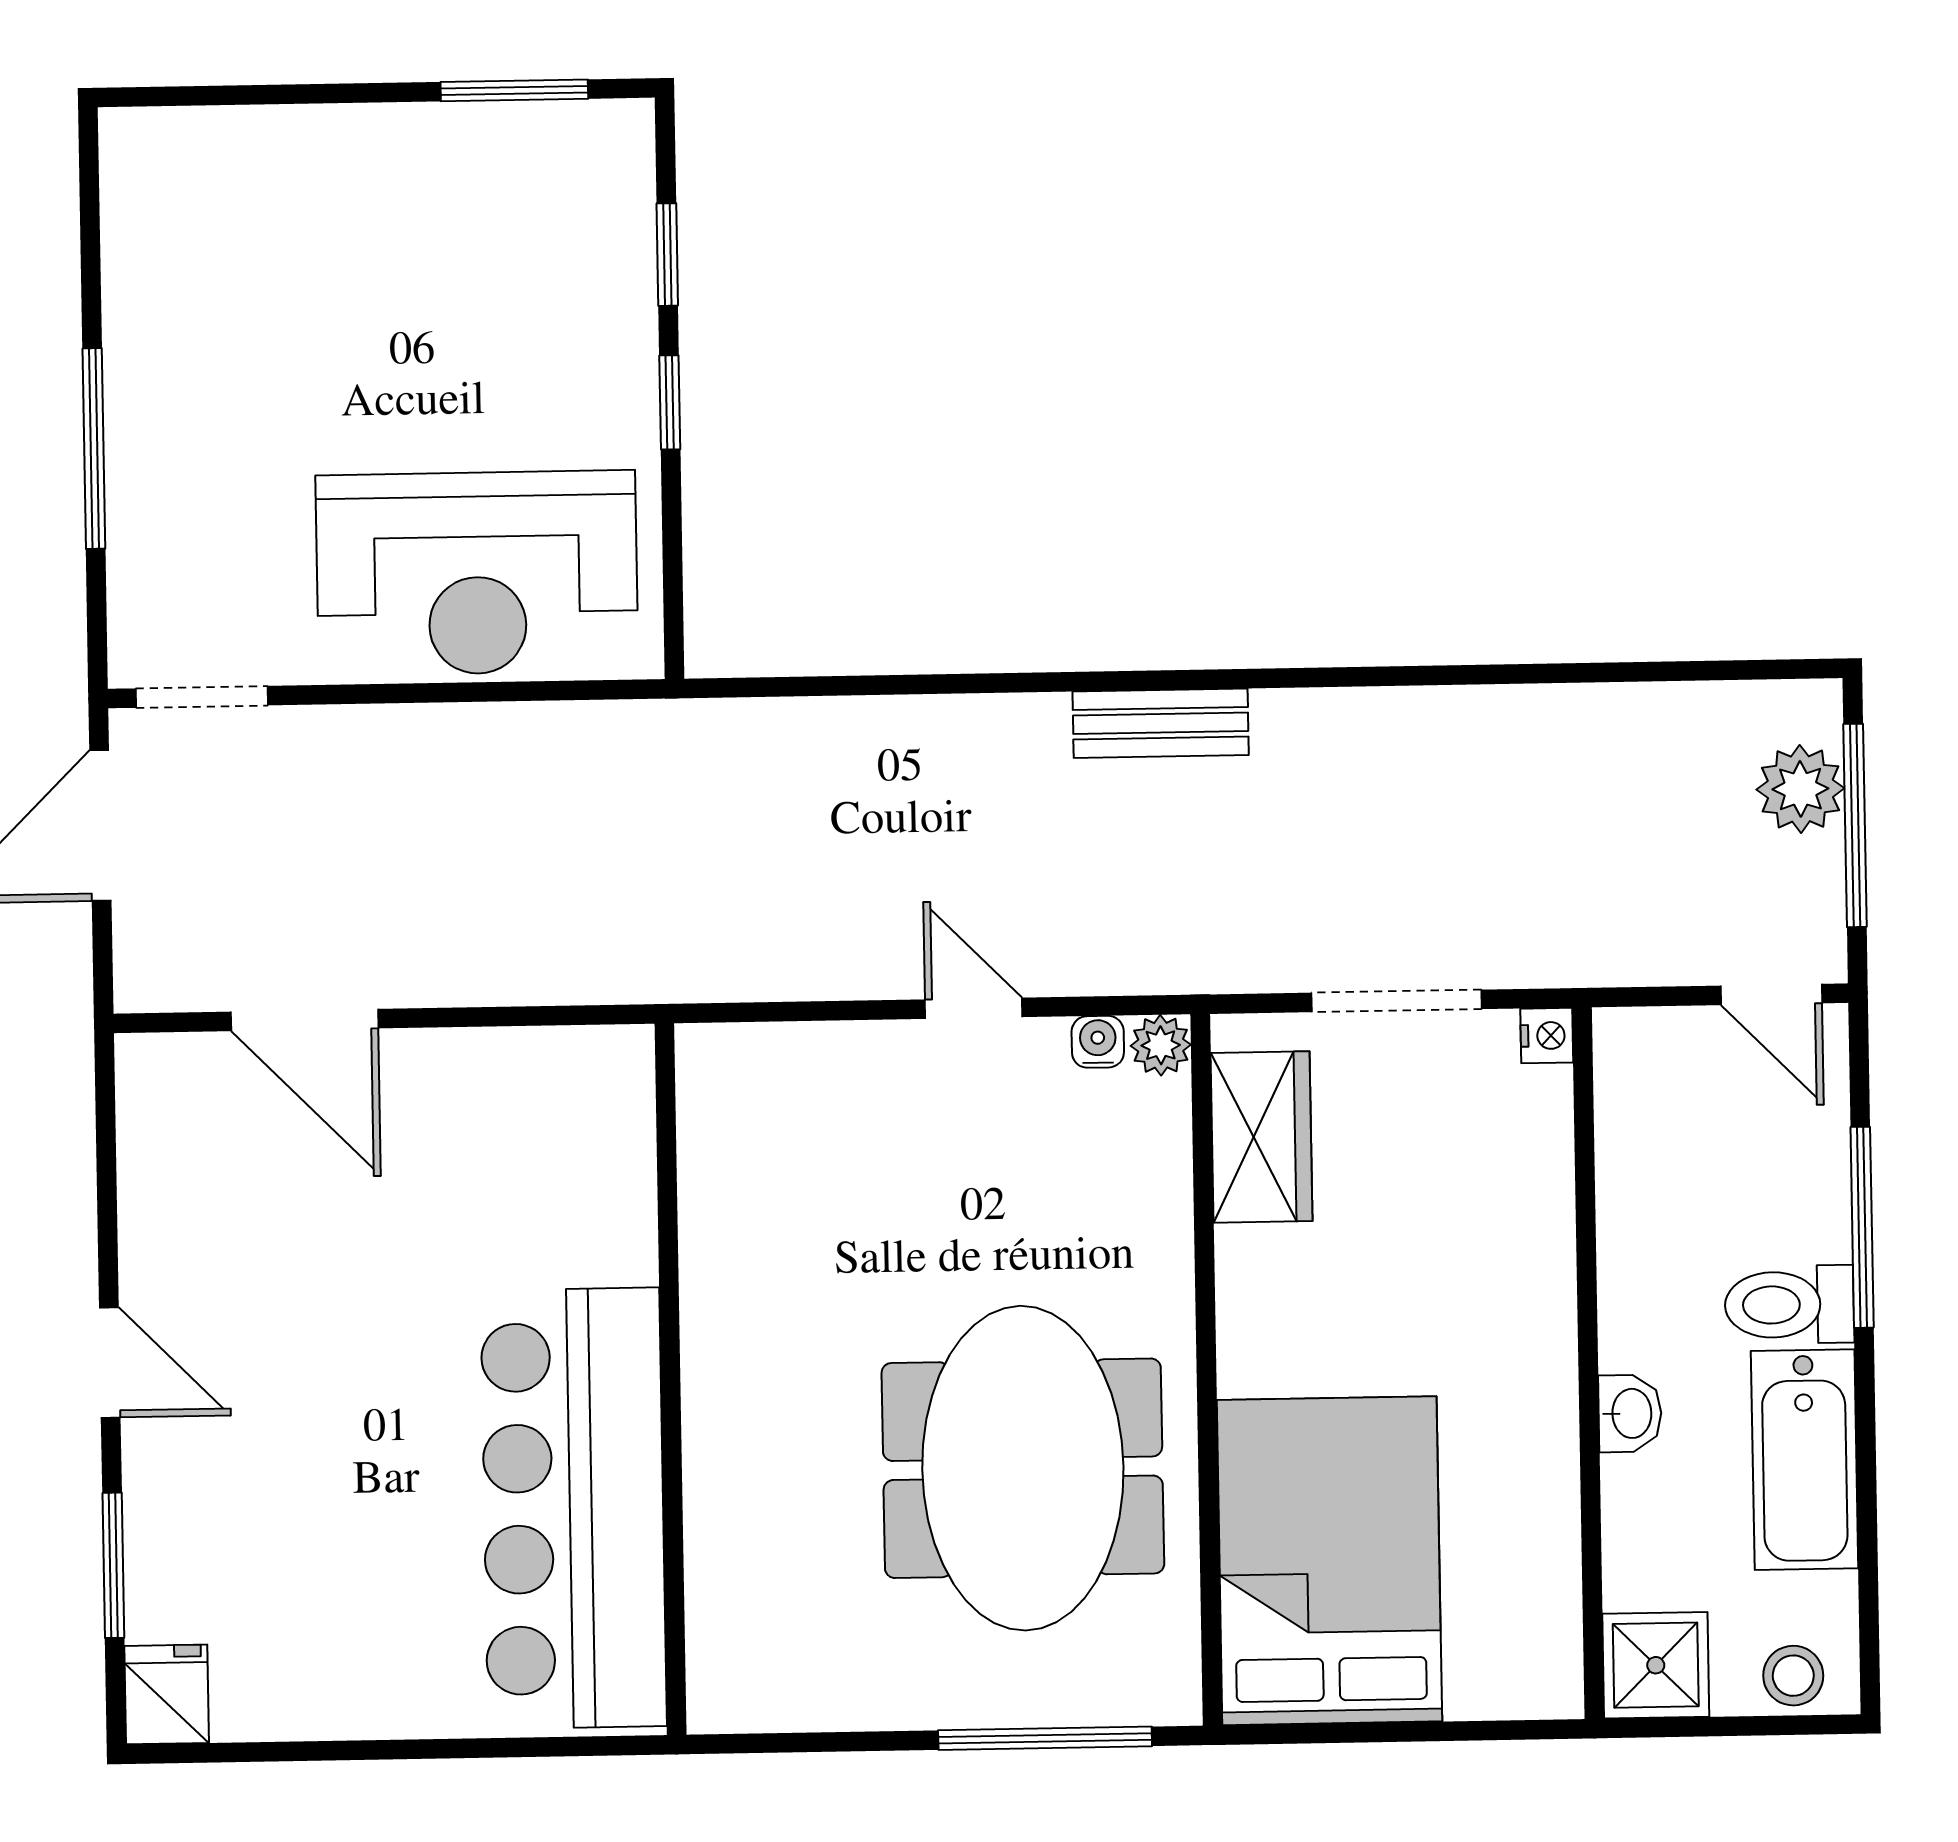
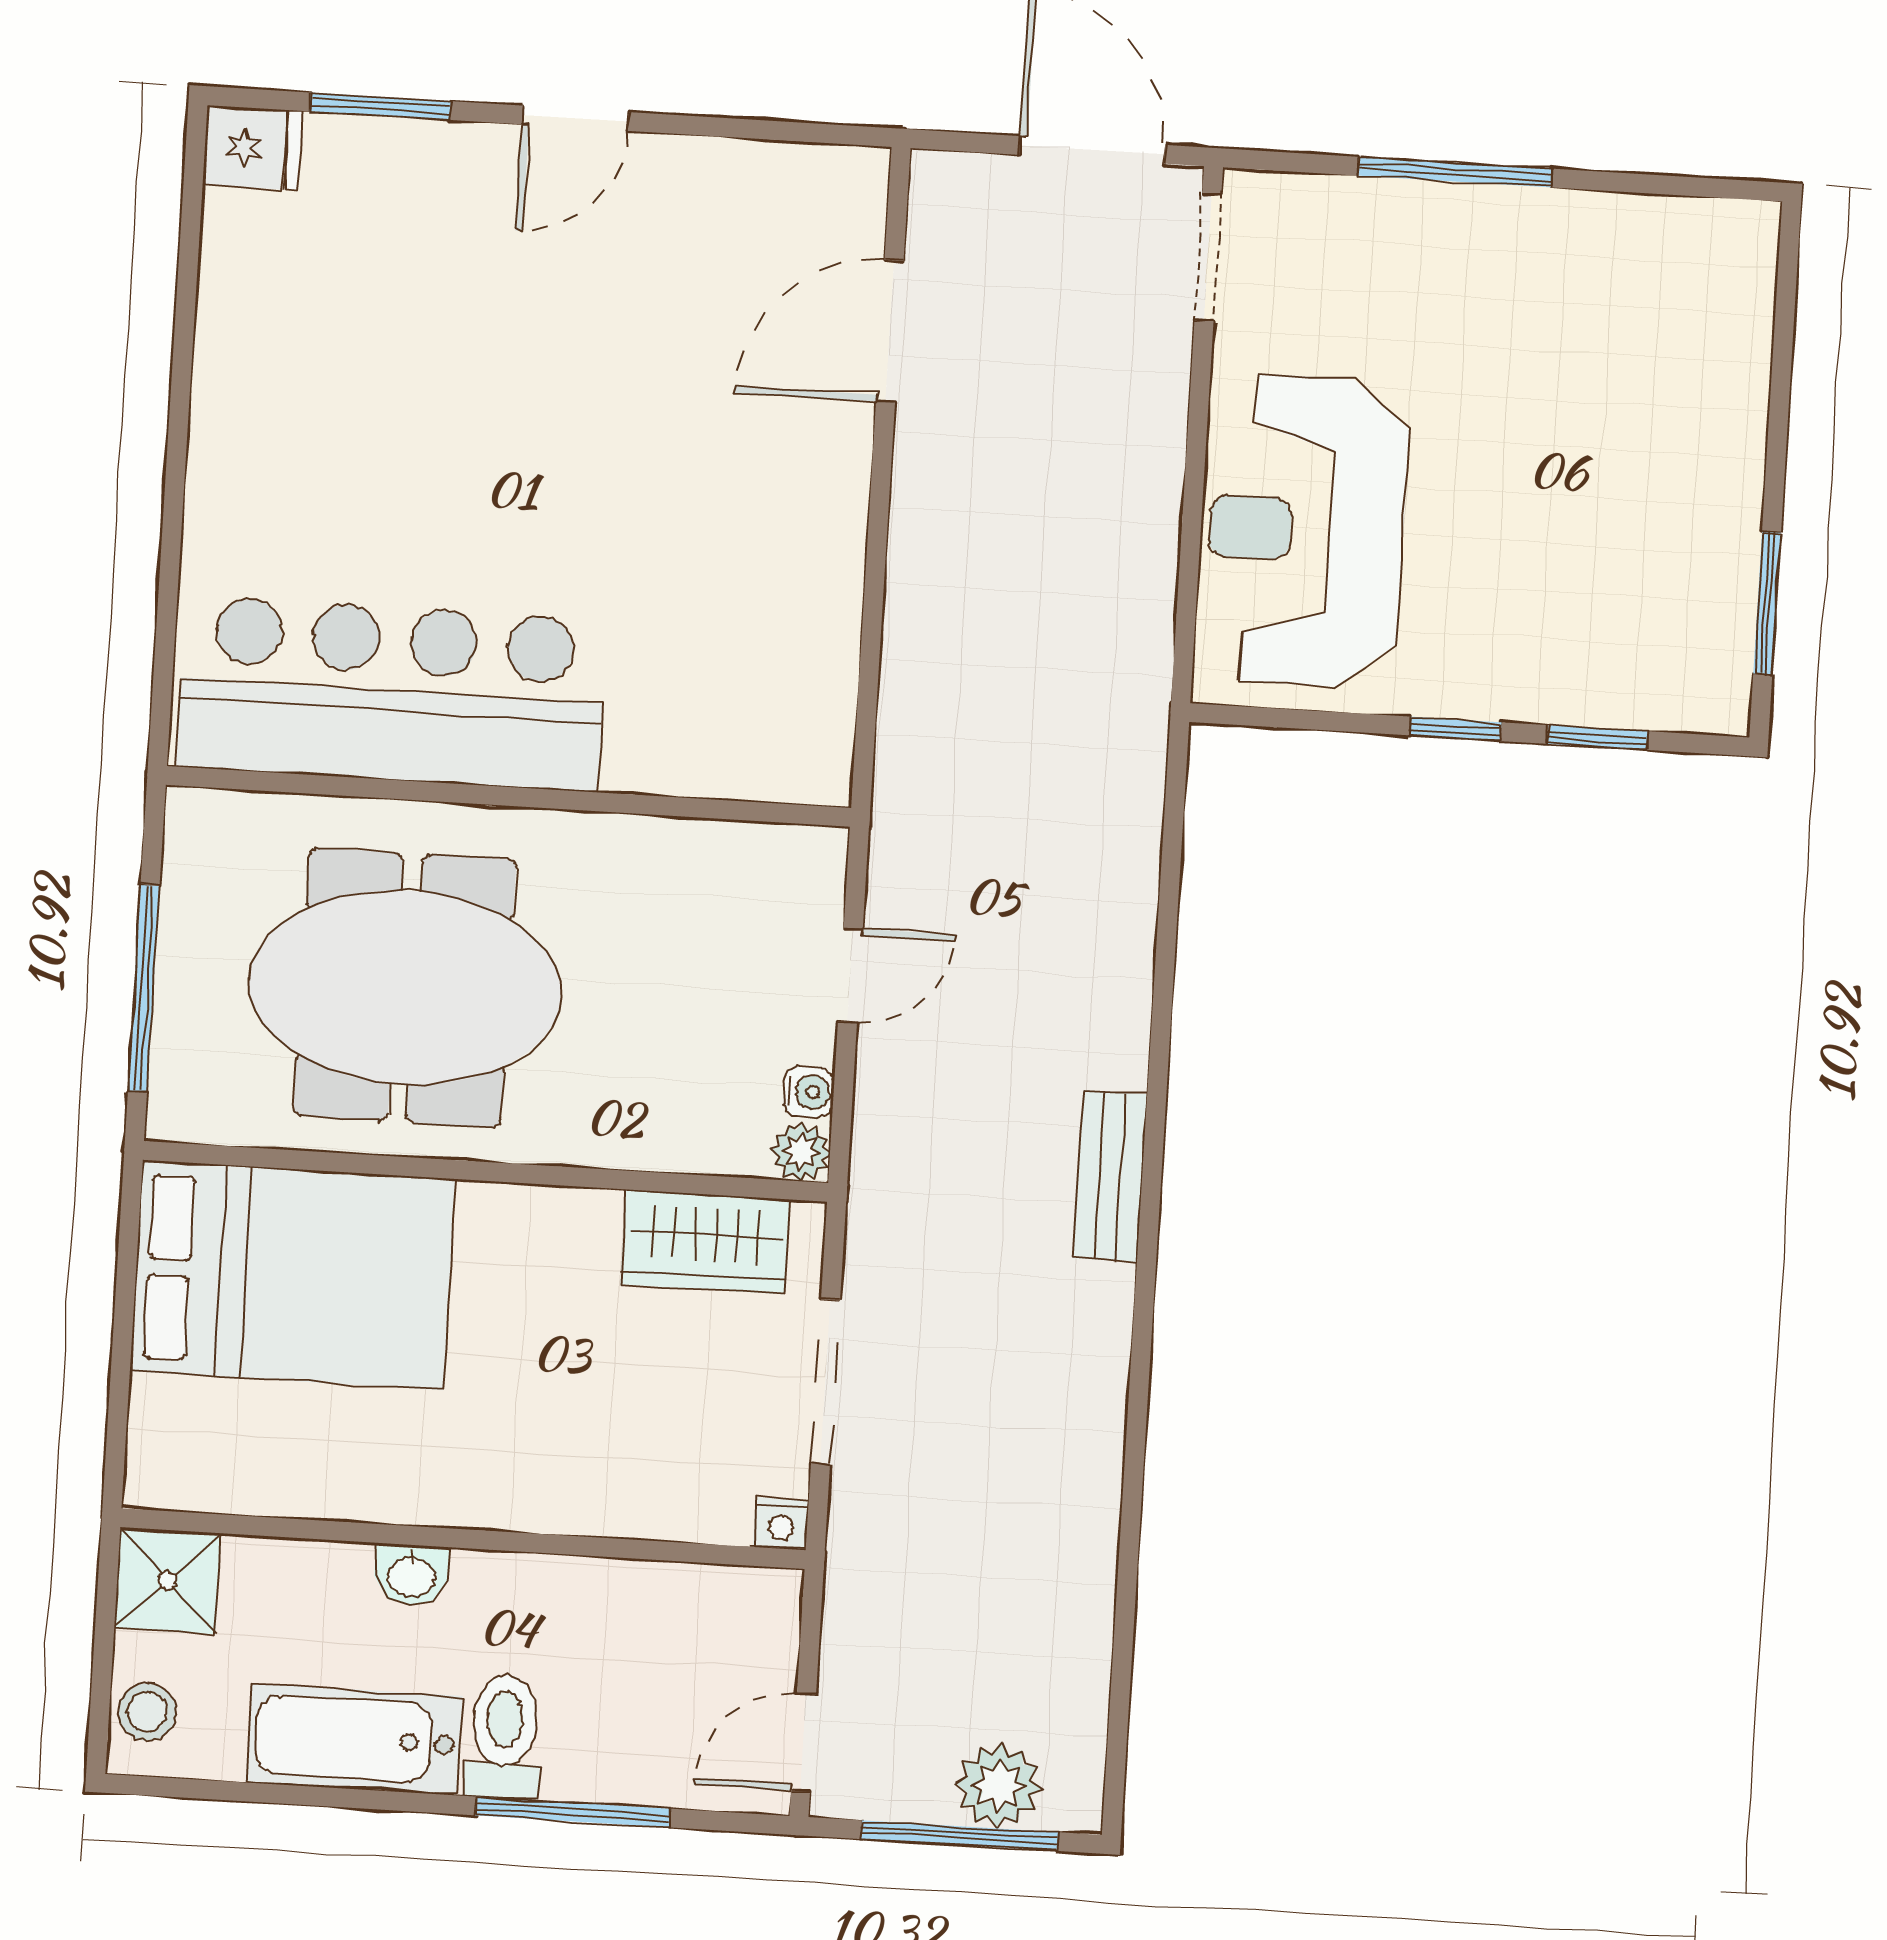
wall: (671, 1379) -> (508, 796), moved
bar counter: (574, 1508) -> (392, 694), moved

